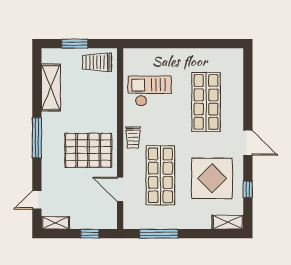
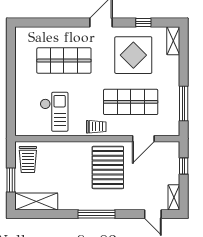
shelving: (51, 87) -> (36, 202), moved
checkout: (150, 91) -> (54, 112), turned 180

